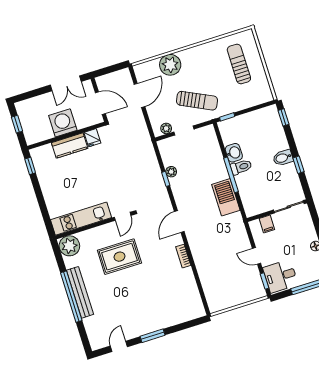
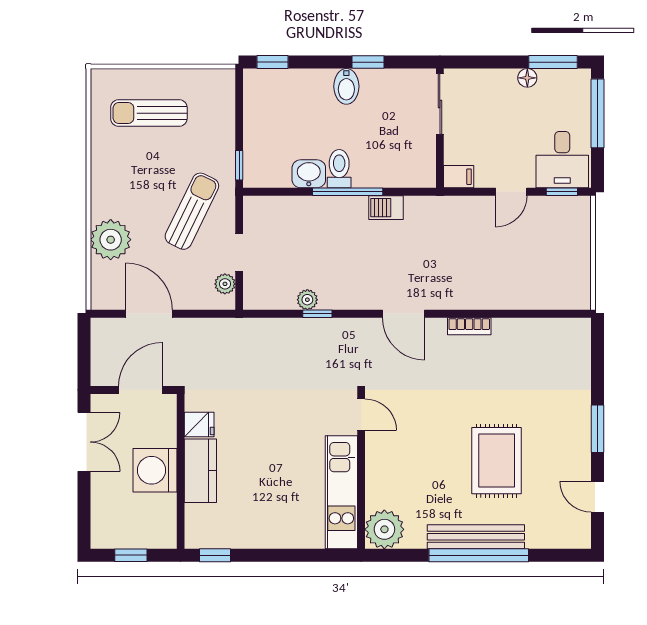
barbecue: (226, 197) -> (386, 208), width x0.53, depth x0.65
filing cabinet: (267, 224) -> (459, 177), moved
rug: (119, 257) -> (497, 461), moved

